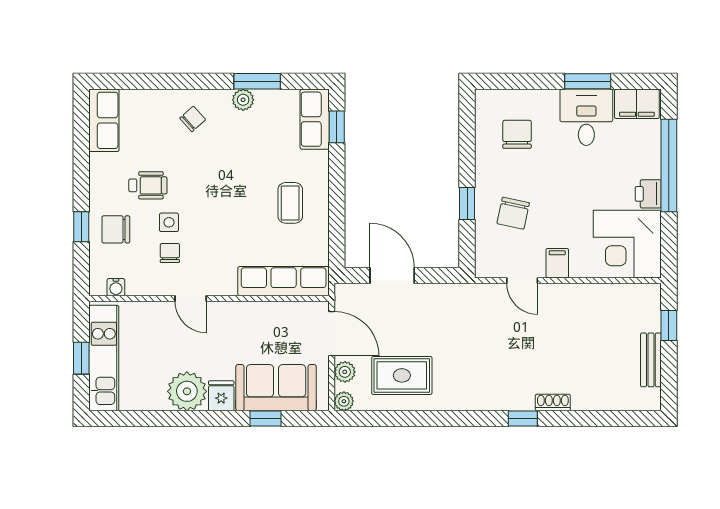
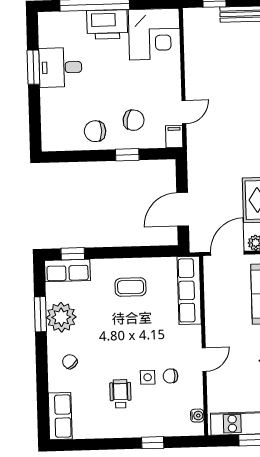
plant: (243, 100) -> (61, 317), width x1.87, depth x1.87
filing cabinet: (637, 104) -> (49, 30), removed
row of seats: (104, 120) -> (60, 416), moved, turned 90
chair: (517, 134) -> (95, 131), moved
printer: (648, 194) -> (107, 24), width x1.87, depth x1.48
chair: (116, 229) -> (154, 417), removed
filing cabinet: (557, 263) -> (174, 137), moved, turned 90

